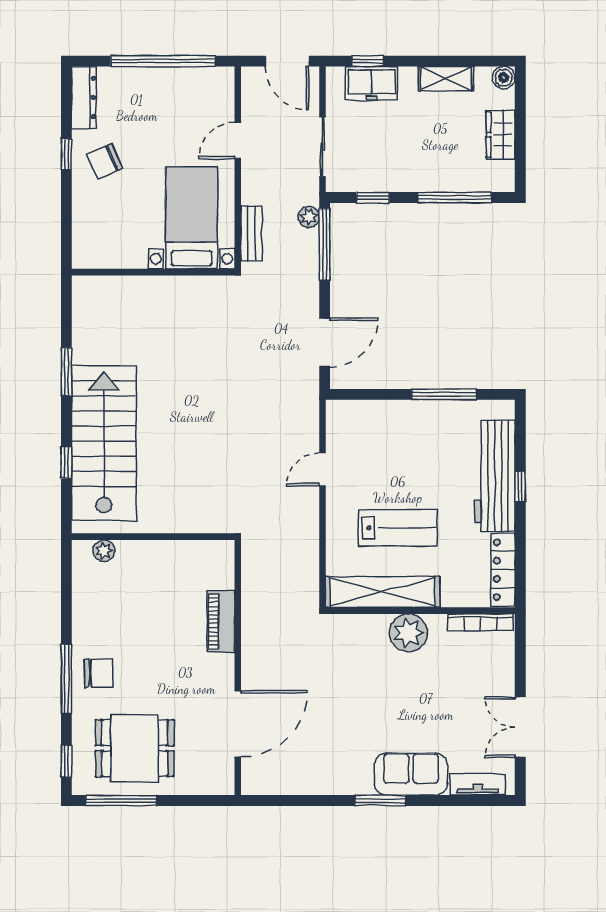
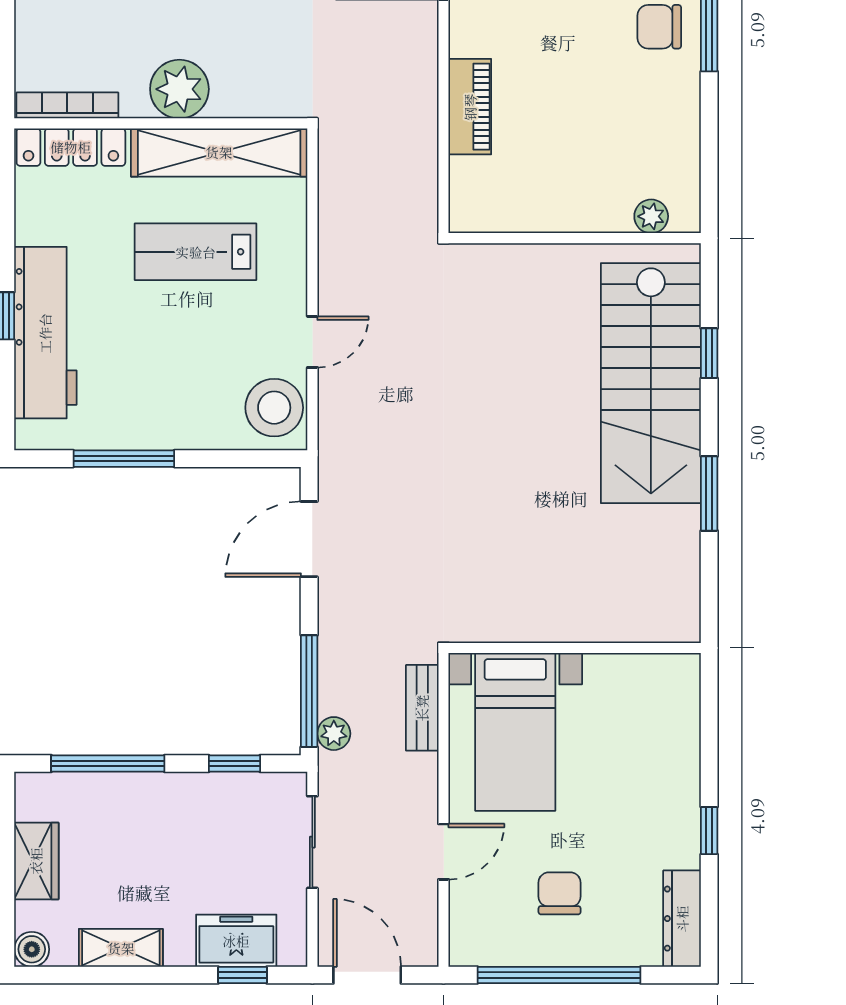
chair: (104, 161) -> (560, 893), moved, turned -66
stool: (347, 427) -> (274, 408), added
locker: (503, 570) -> (71, 147), moved, turned 90

